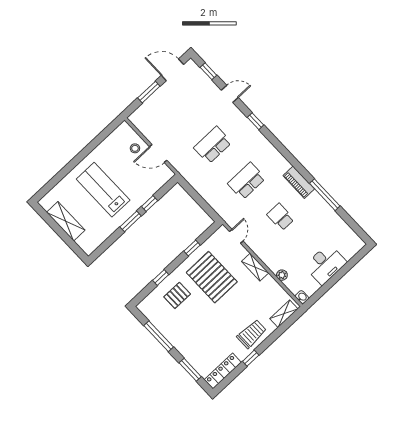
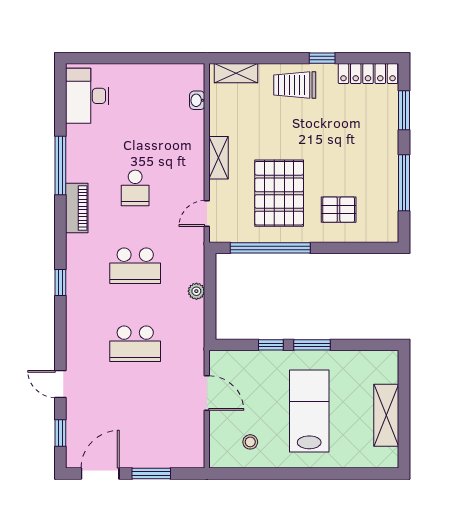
door: (172, 70) -> (100, 473), swing flipped
window: (255, 121) -> (60, 283), moved
stool: (135, 148) -> (250, 442), moved
lab bench: (103, 190) -> (309, 411), turned 180
window: (192, 248) -> (270, 248), width x3.17
desk: (325, 264) -> (87, 96), moved, turned -90
plant: (282, 275) -> (196, 291), moved
window: (161, 278) -> (338, 248), removed
washbasin: (302, 297) -> (197, 100), moved

